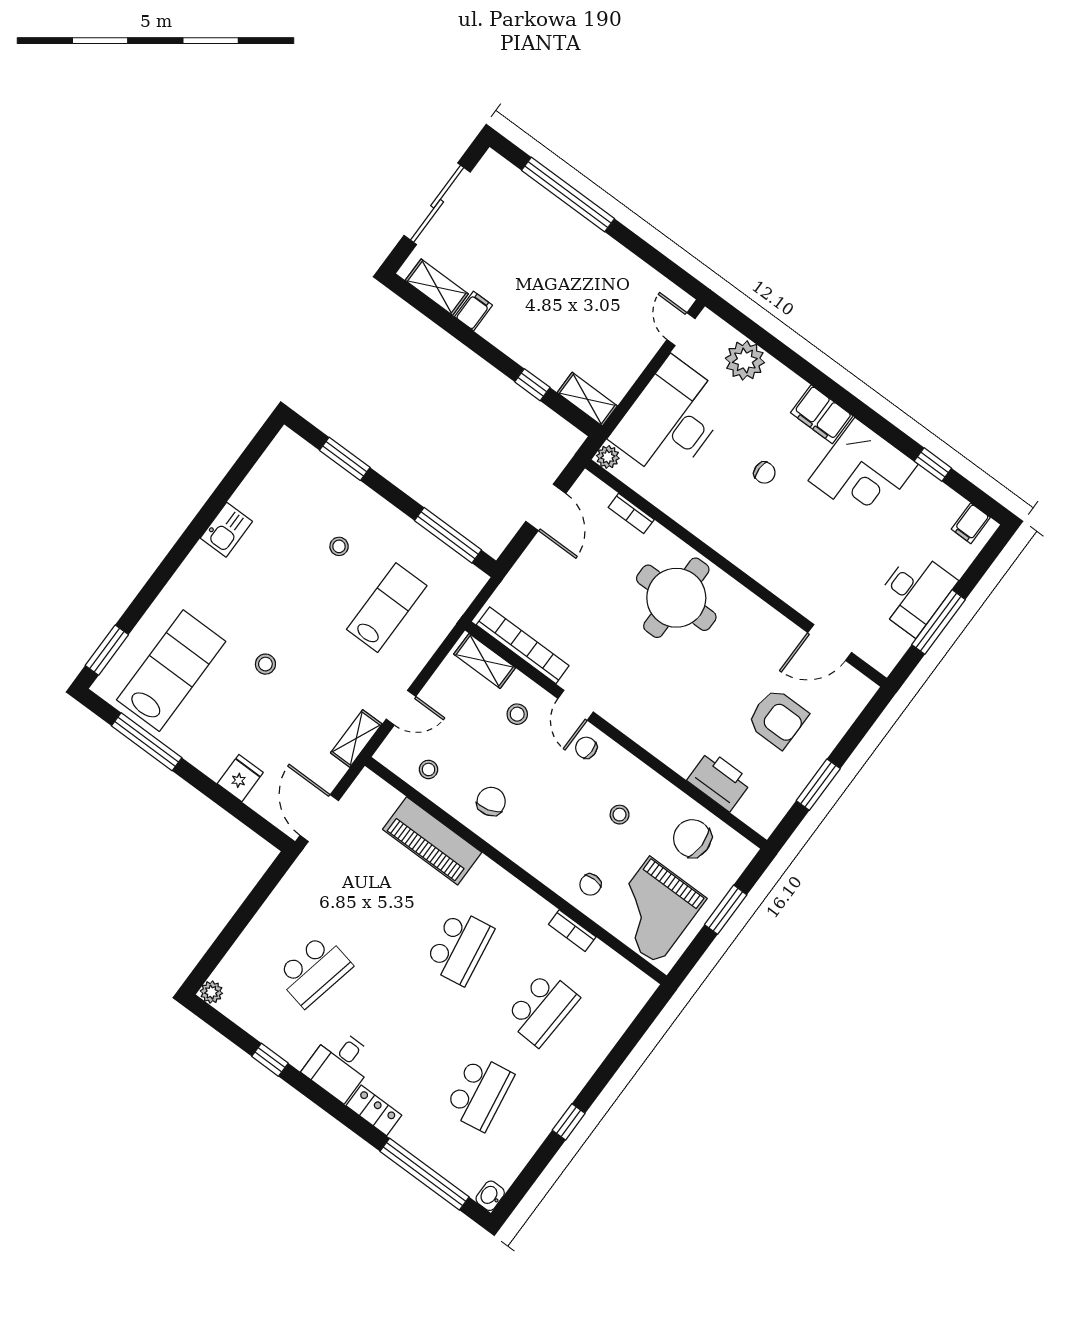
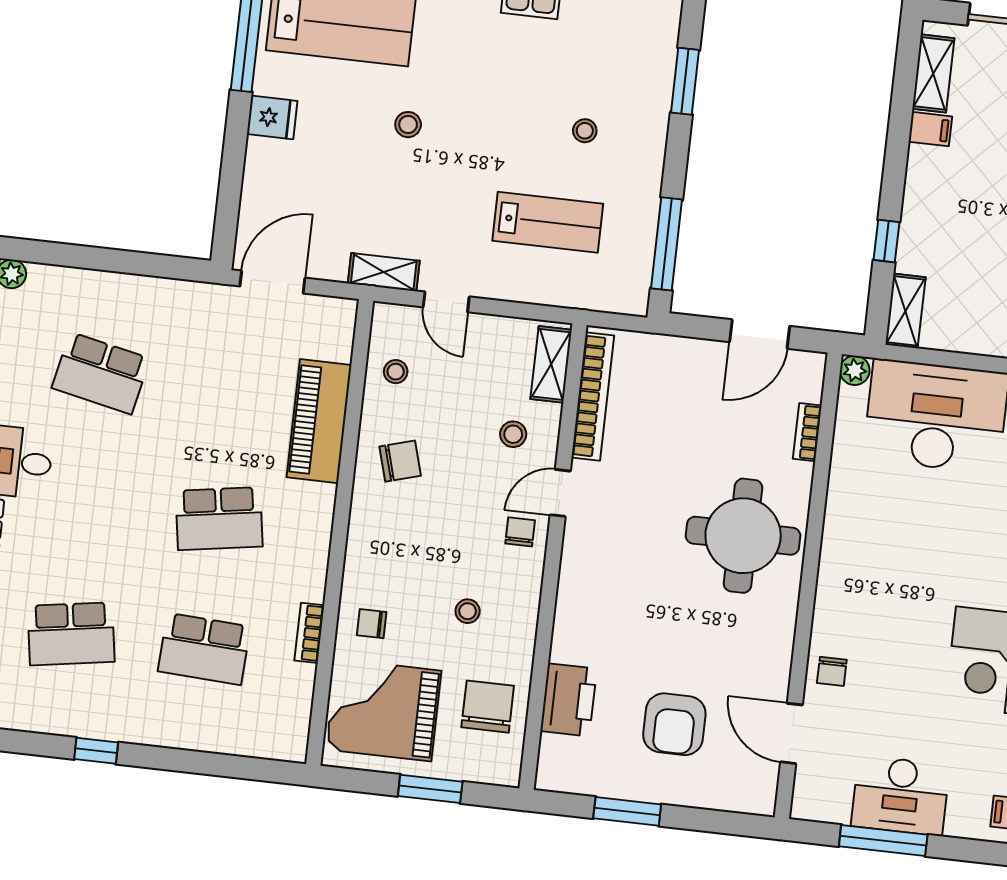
chair: (765, 473) -> (832, 671), moved
fridge: (240, 778) -> (272, 117), moved

